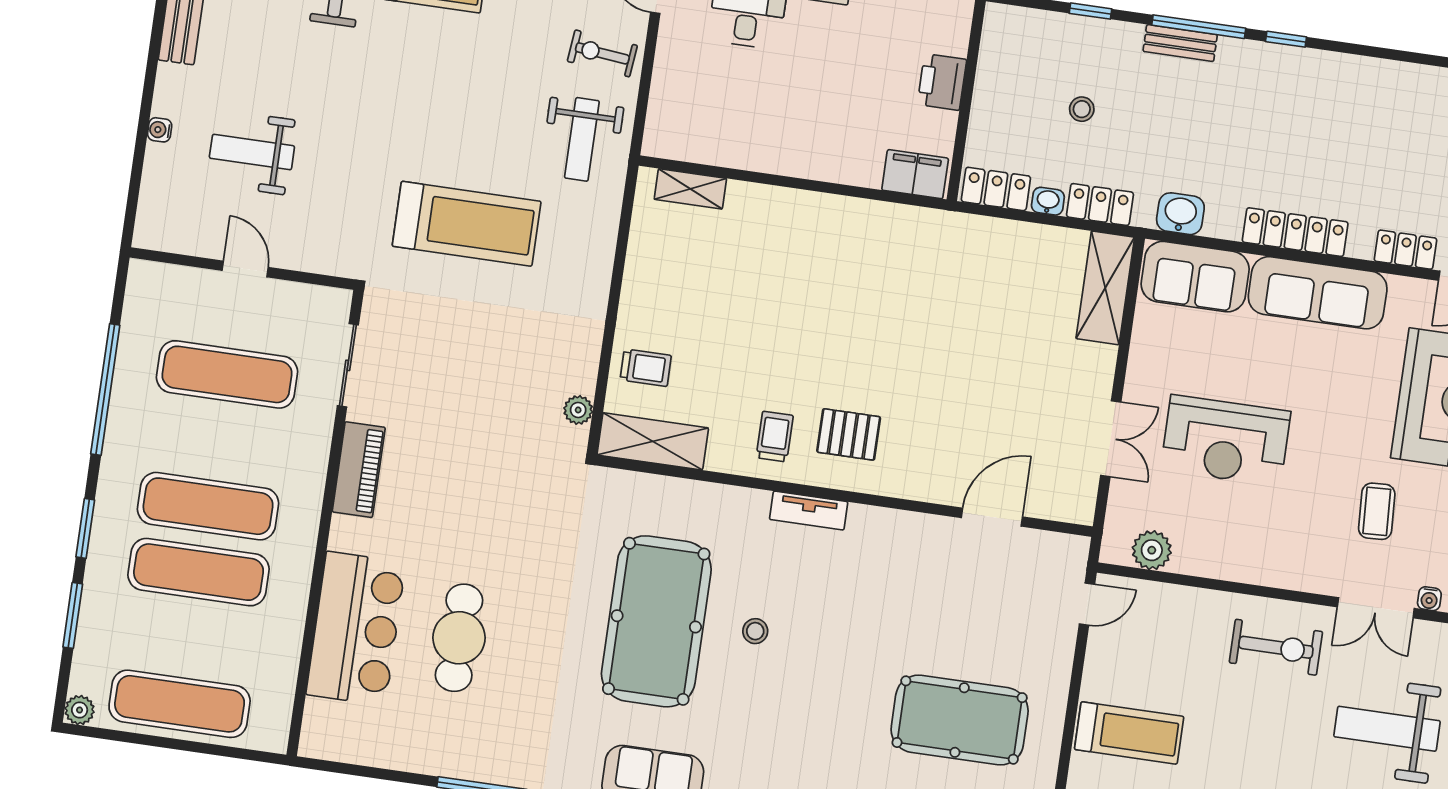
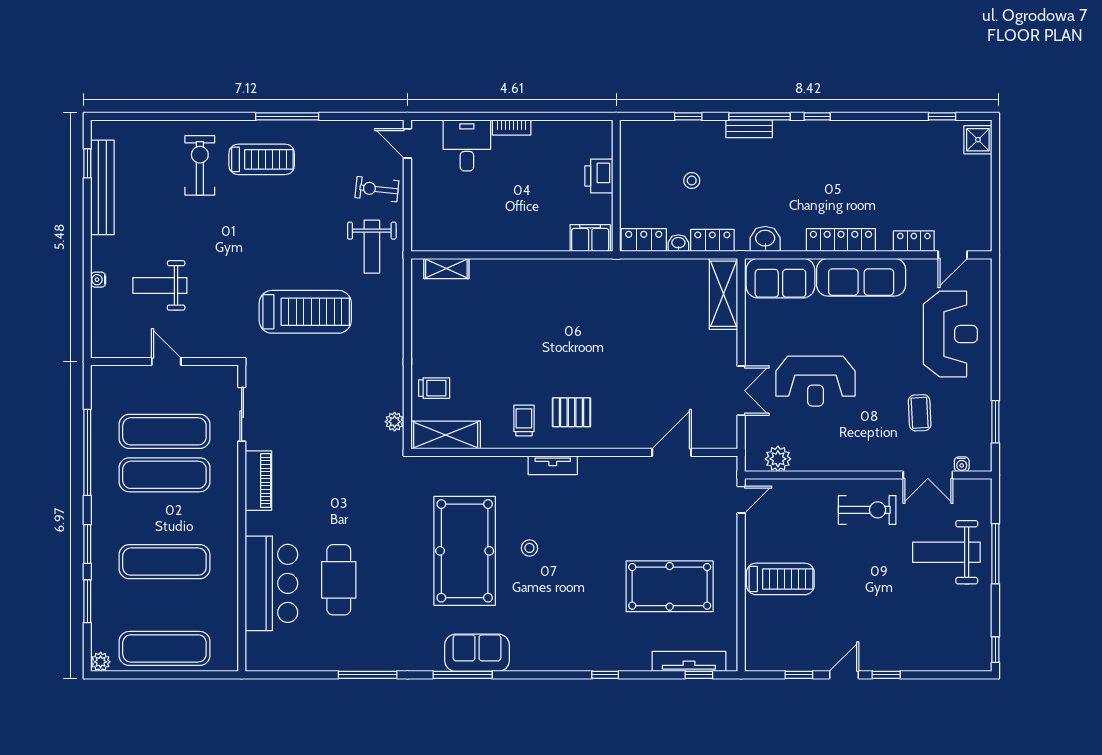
exercise mat: (208, 506) -> (164, 475), moved

